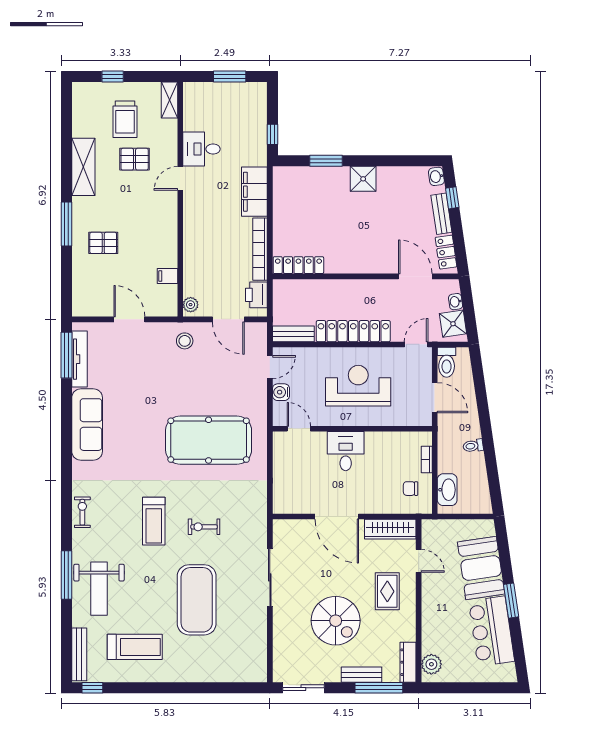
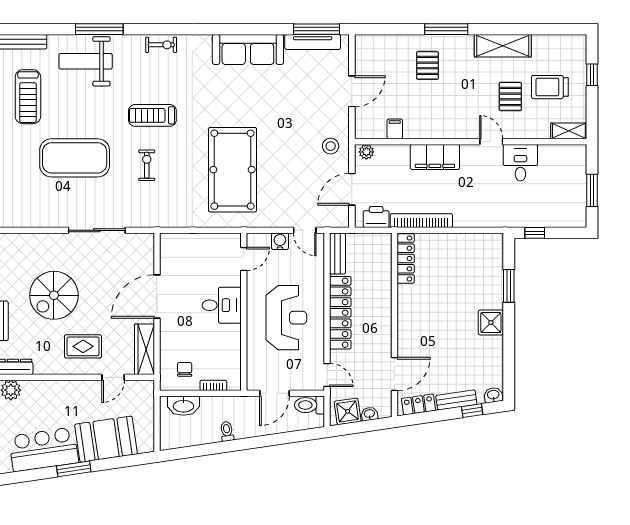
filing cabinet: (254, 192) -> (435, 157), moved, turned 180

